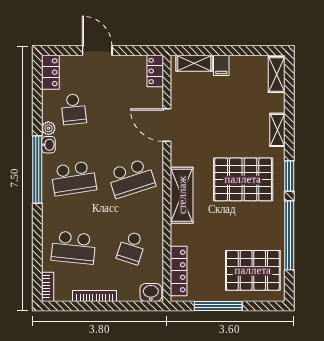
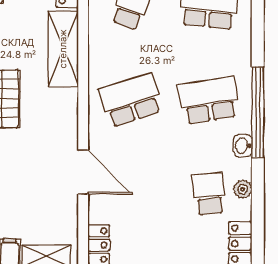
plant: (48, 128) -> (243, 189), moved
shelving: (182, 195) -> (63, 49), moved

